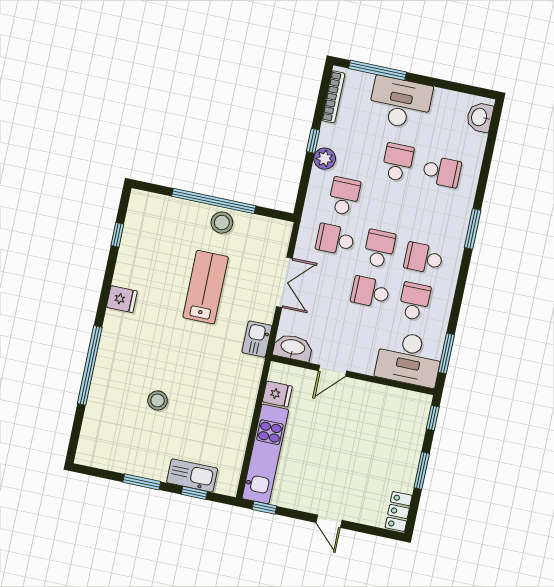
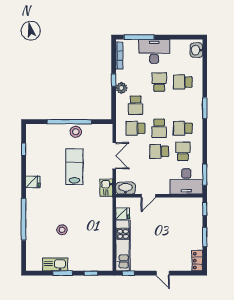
school desk: (442, 172) -> (183, 82), turned 180
school desk: (344, 196) -> (136, 105), turned 180
school desk: (379, 249) -> (159, 128), turned 180
kitchen sink: (192, 475) -> (55, 264), moved

